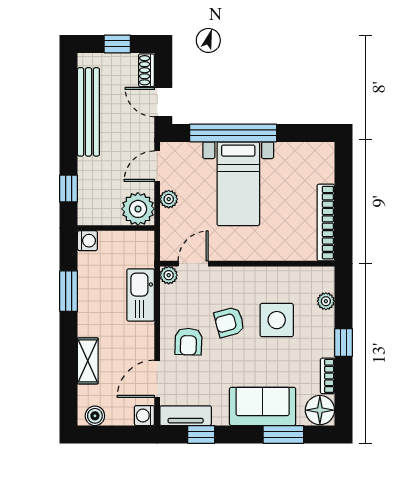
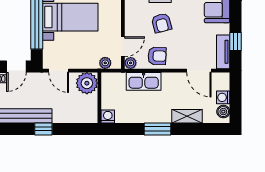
window: (69, 189) -> (43, 129), moved
plant: (169, 199) -> (105, 63), moved
door: (193, 264) -> (123, 47), swing flipped
window: (69, 291) -> (158, 129), moved
armchair: (188, 342) -> (157, 56), moved
washing machine: (144, 416) -> (223, 97), moved, turned 90

